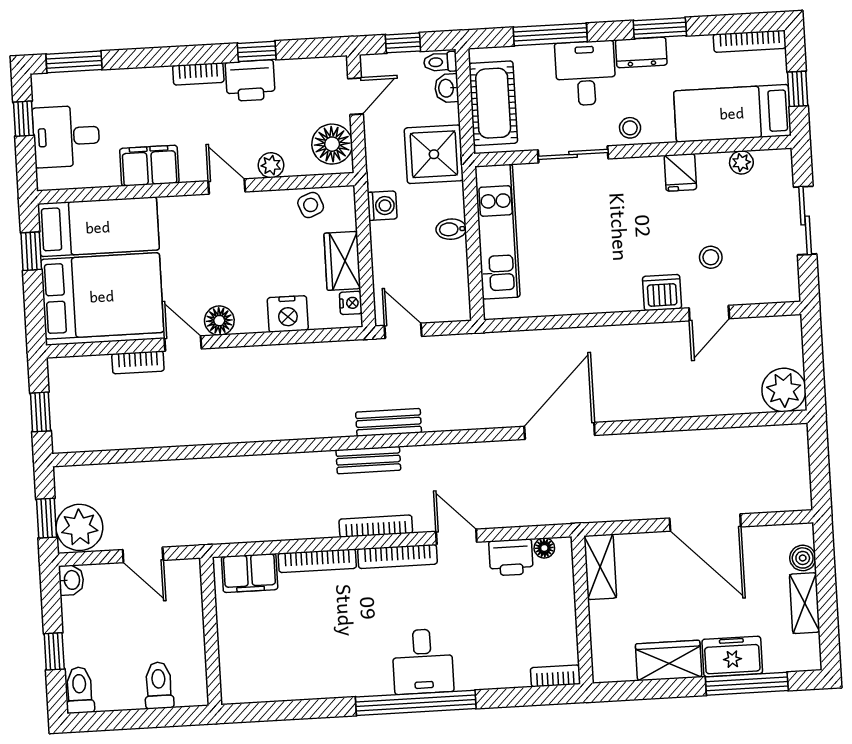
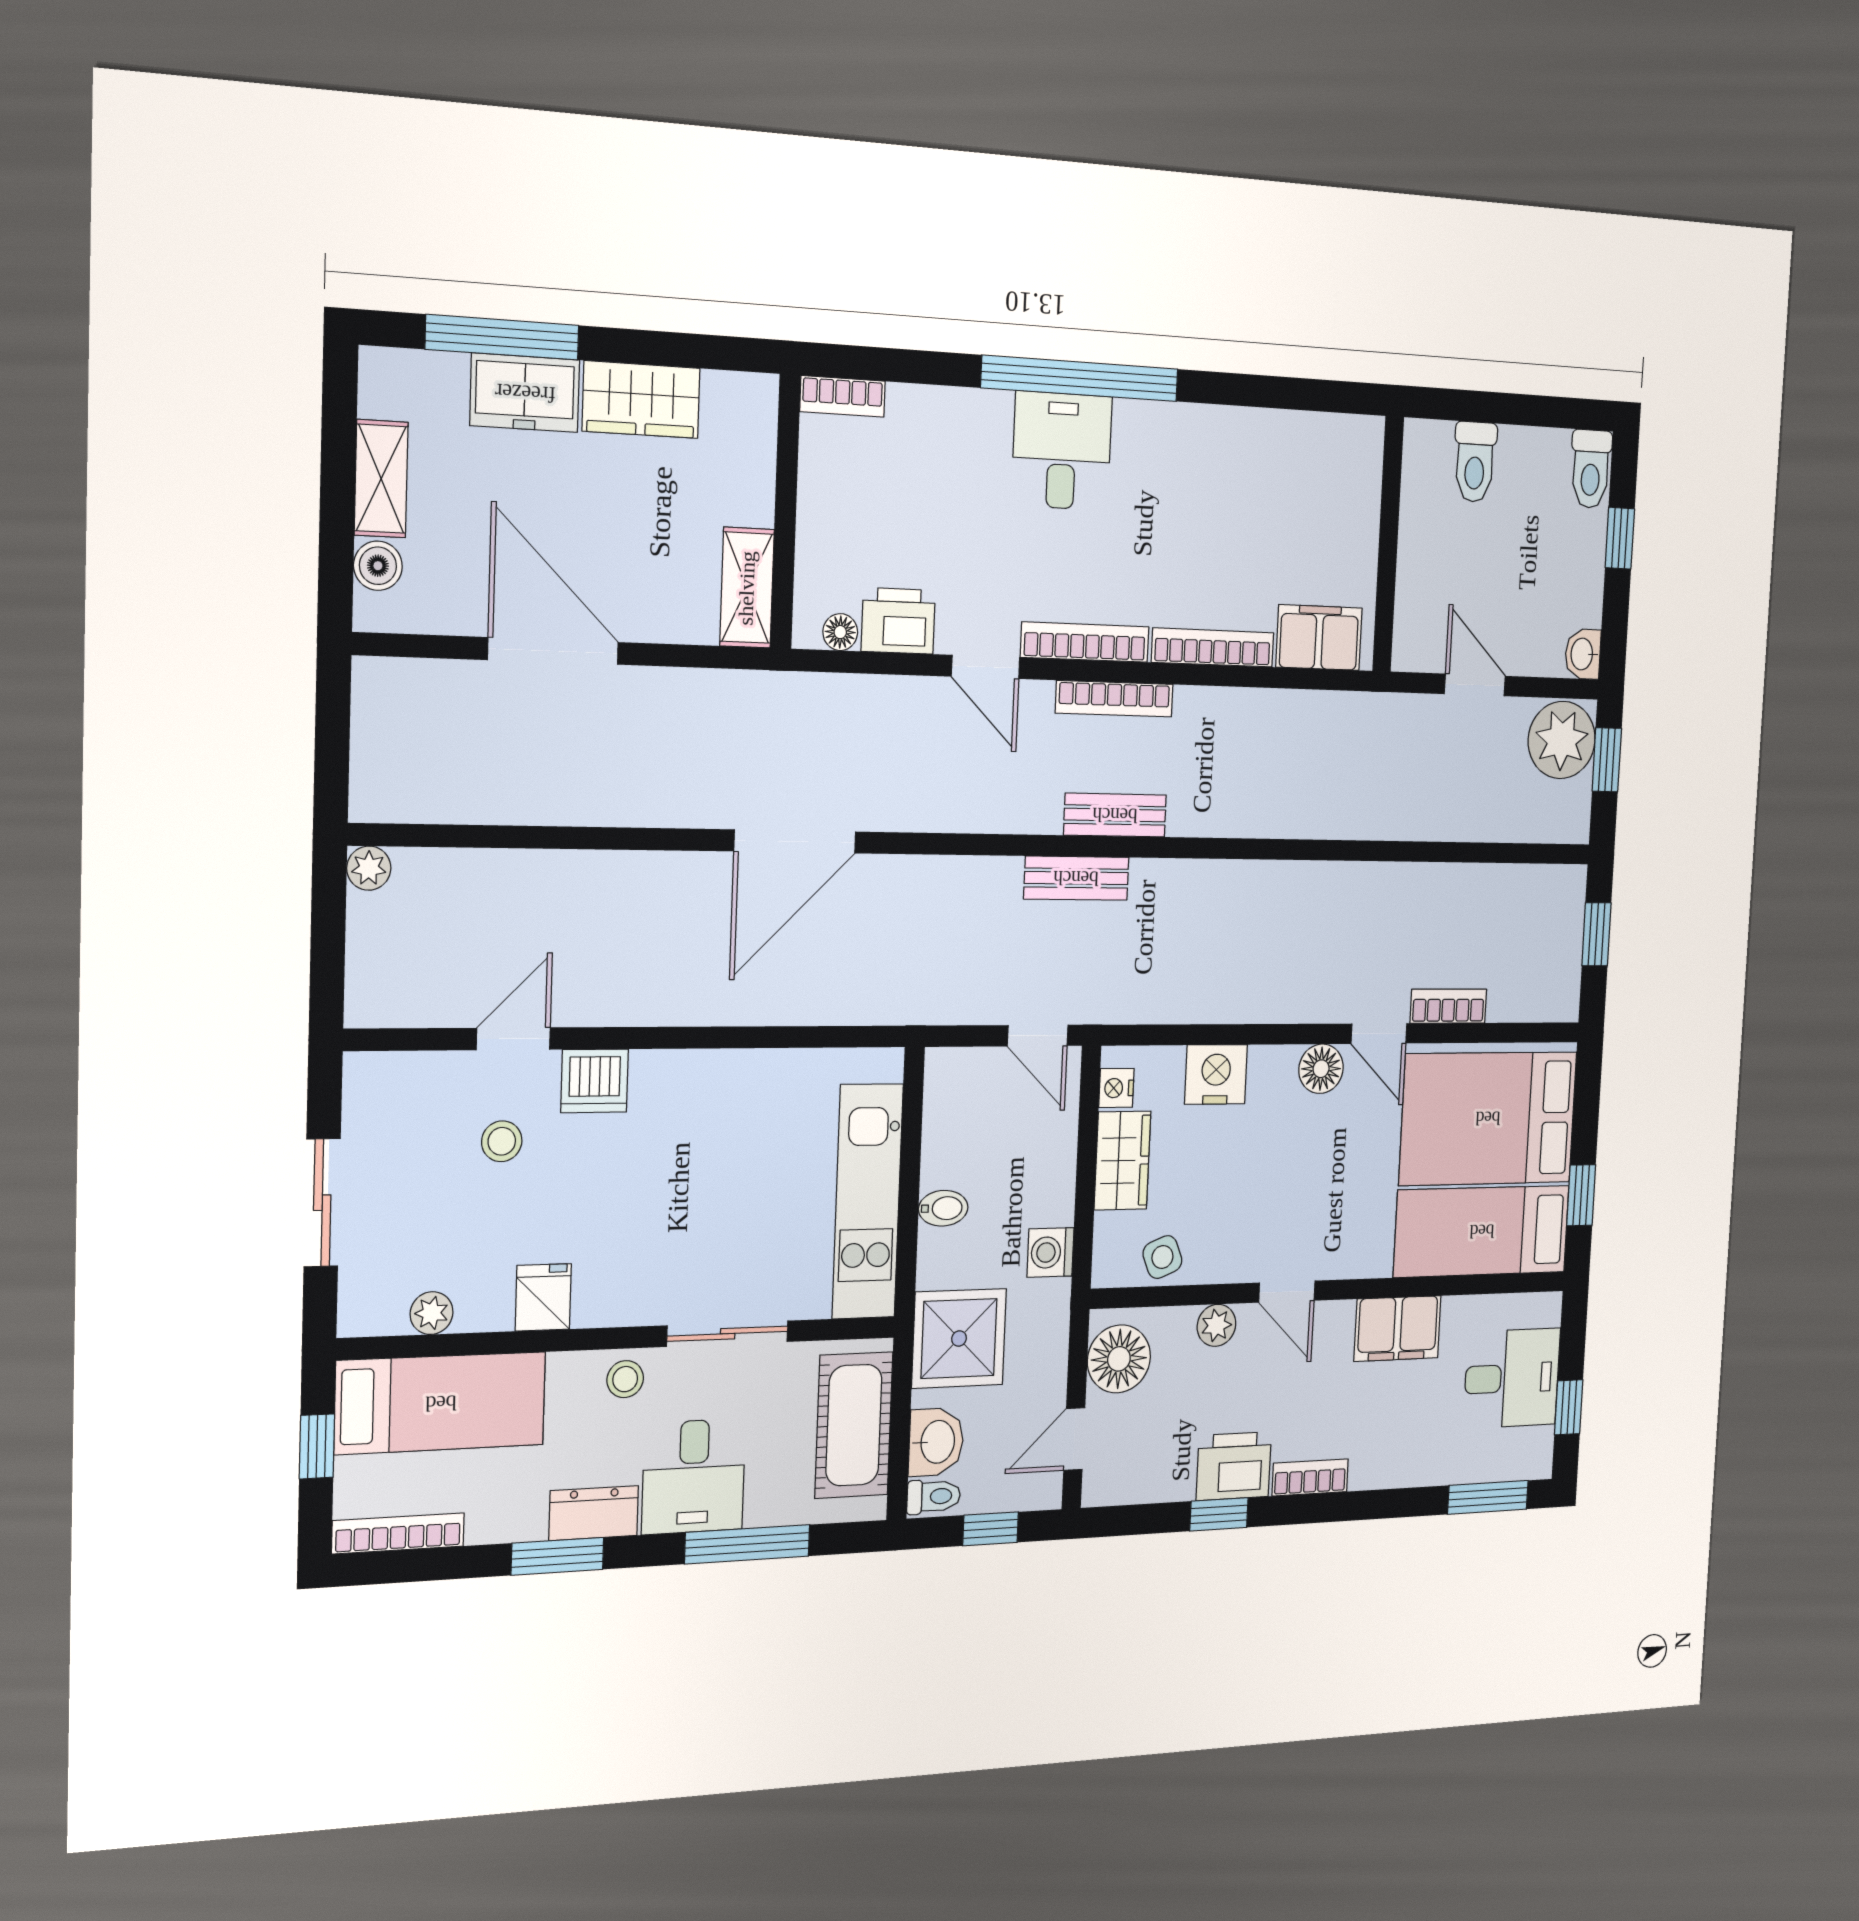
washbasin: (447, 88) -> (936, 1442), width x1.38, depth x1.45
plant: (784, 390) -> (369, 868), width x0.53, depth x0.53

